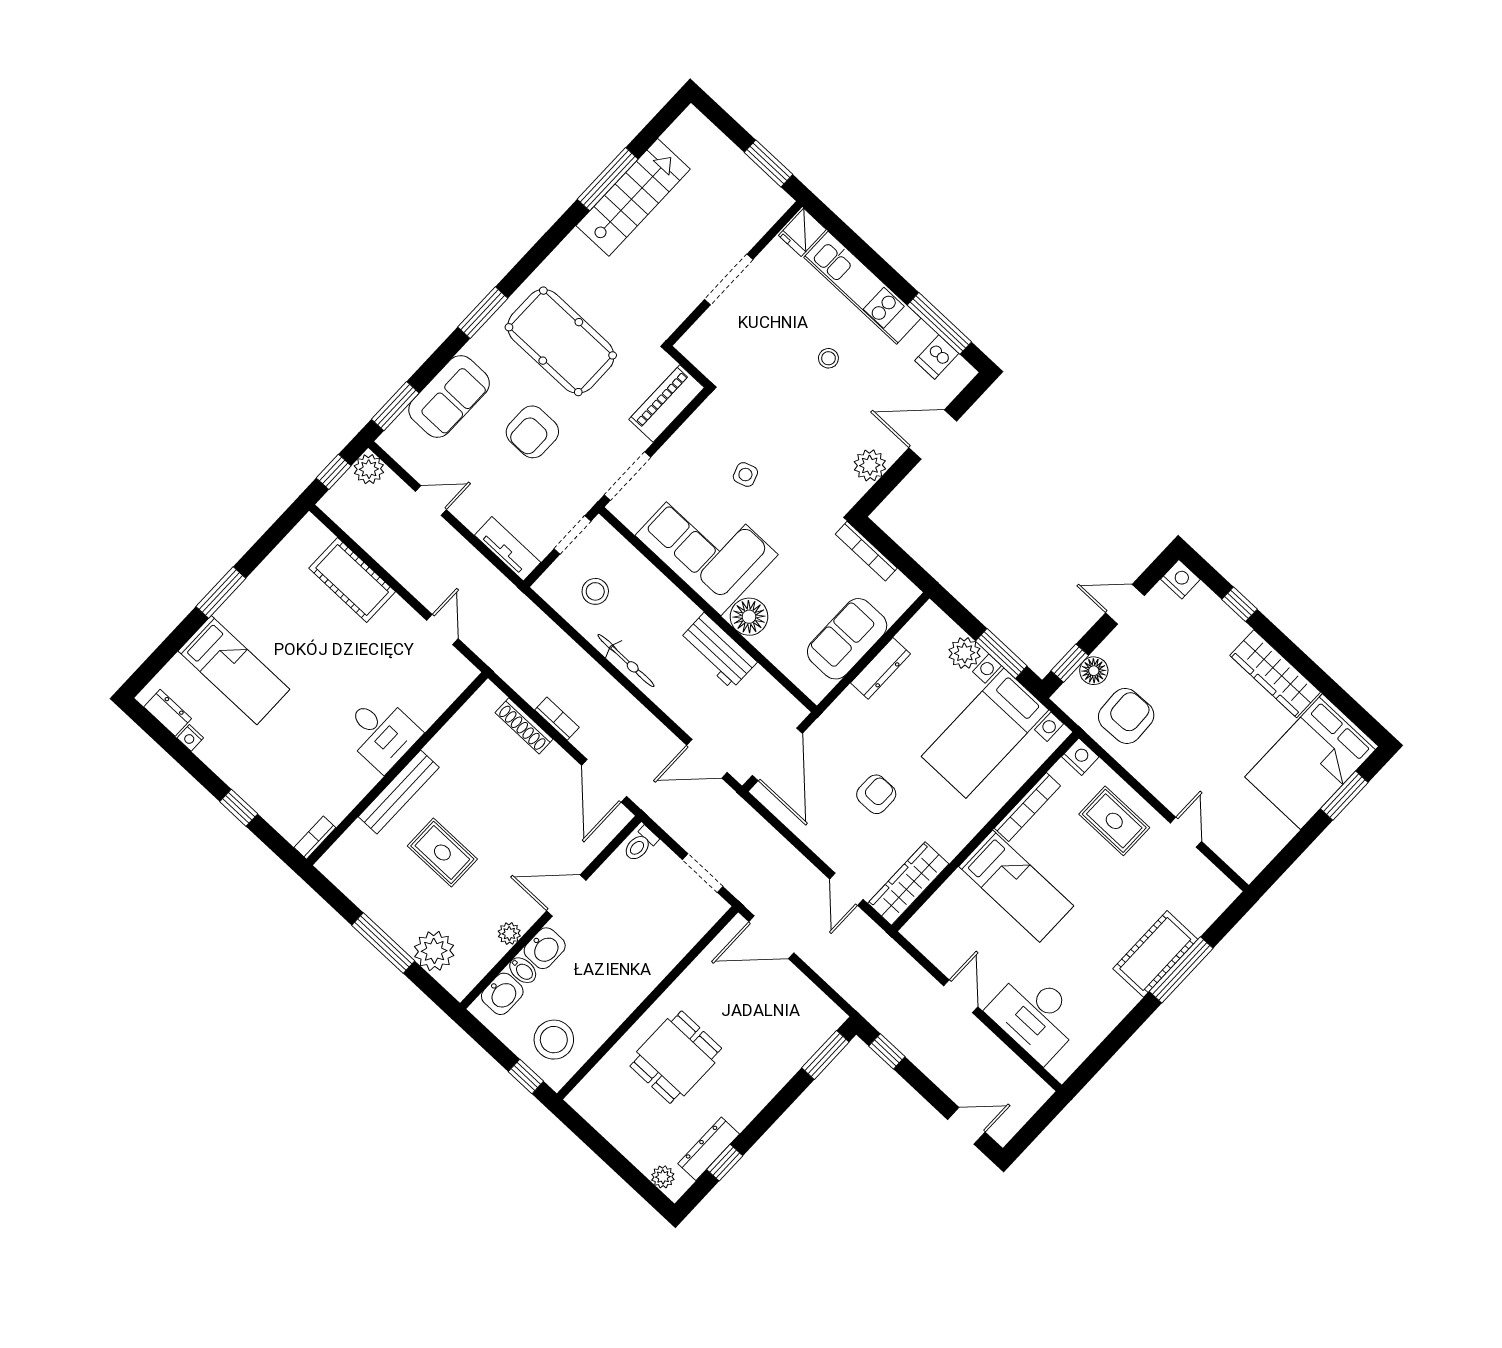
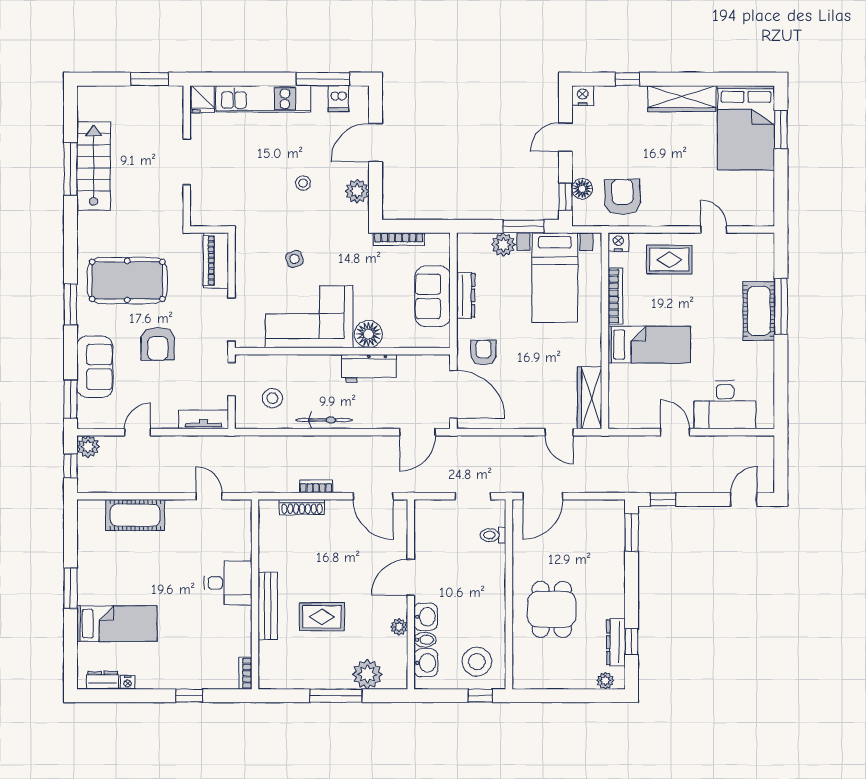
stool: (828, 358) -> (303, 183), moved
armchair: (876, 794) -> (483, 352), moved
toilet: (640, 844) -> (493, 535), moved, turned 90

